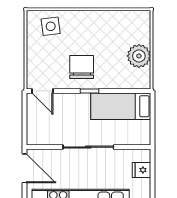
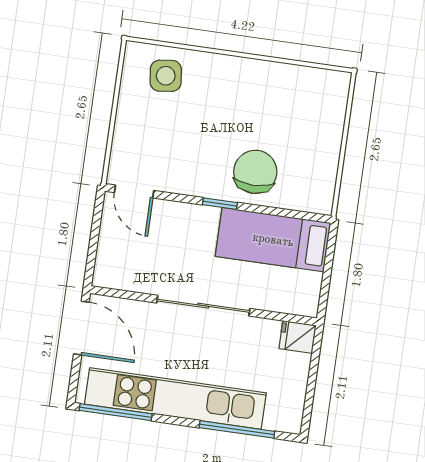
plant: (139, 56) -> (319, 153), removed
chair: (82, 67) -> (255, 172), moved
fridge: (141, 170) -> (298, 337), moved

